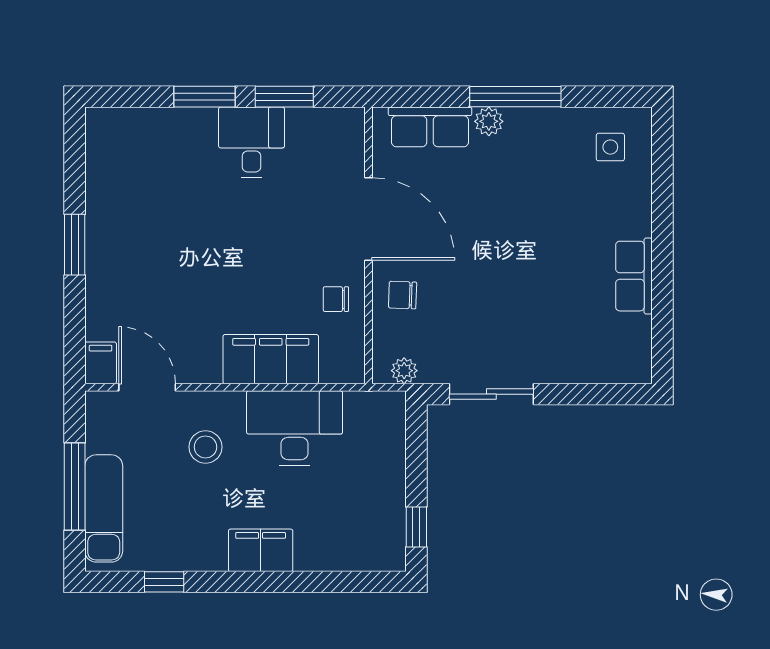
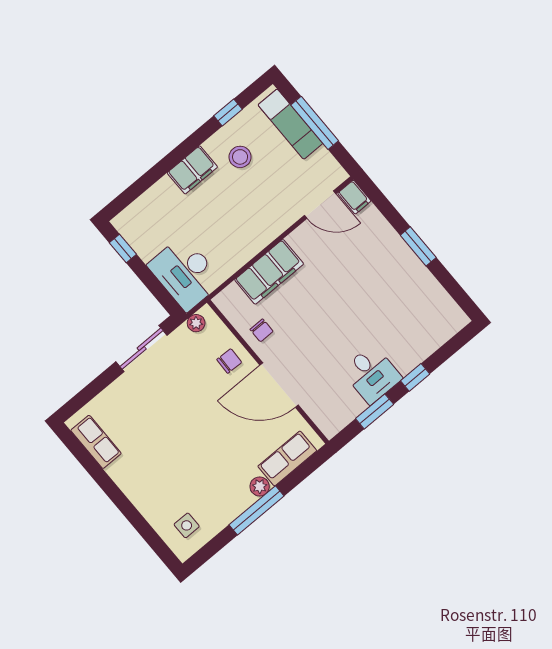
window: (204, 97) -> (415, 377), width x0.67
row of seats: (634, 276) -> (96, 442), moved
chair: (336, 299) -> (262, 330), turned 90
desk: (295, 428) -> (185, 273), moved, turned 90
stool: (205, 447) -> (240, 157), moved

